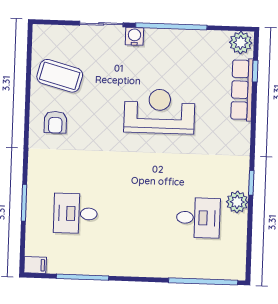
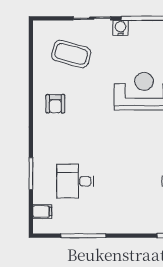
coffee table: (60, 76) -> (71, 54), moved
filing cabinet: (35, 265) -> (42, 211), moved

